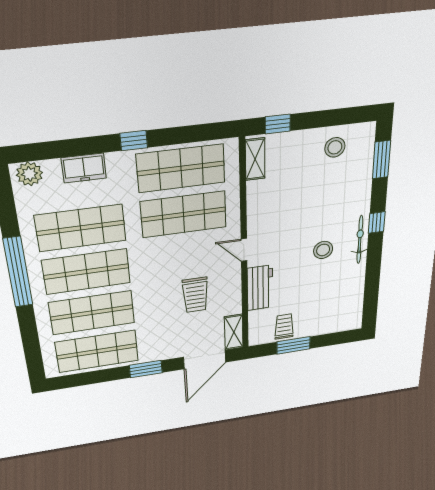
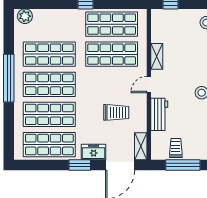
shelving: (255, 159) -> (157, 56), moved
freezer: (84, 168) -> (94, 152), moved, turned 180
door: (244, 250) -> (149, 84), hinge flipped
trolley: (195, 295) -> (116, 112), turned -90
window: (293, 345) -> (183, 165), width x1.44

